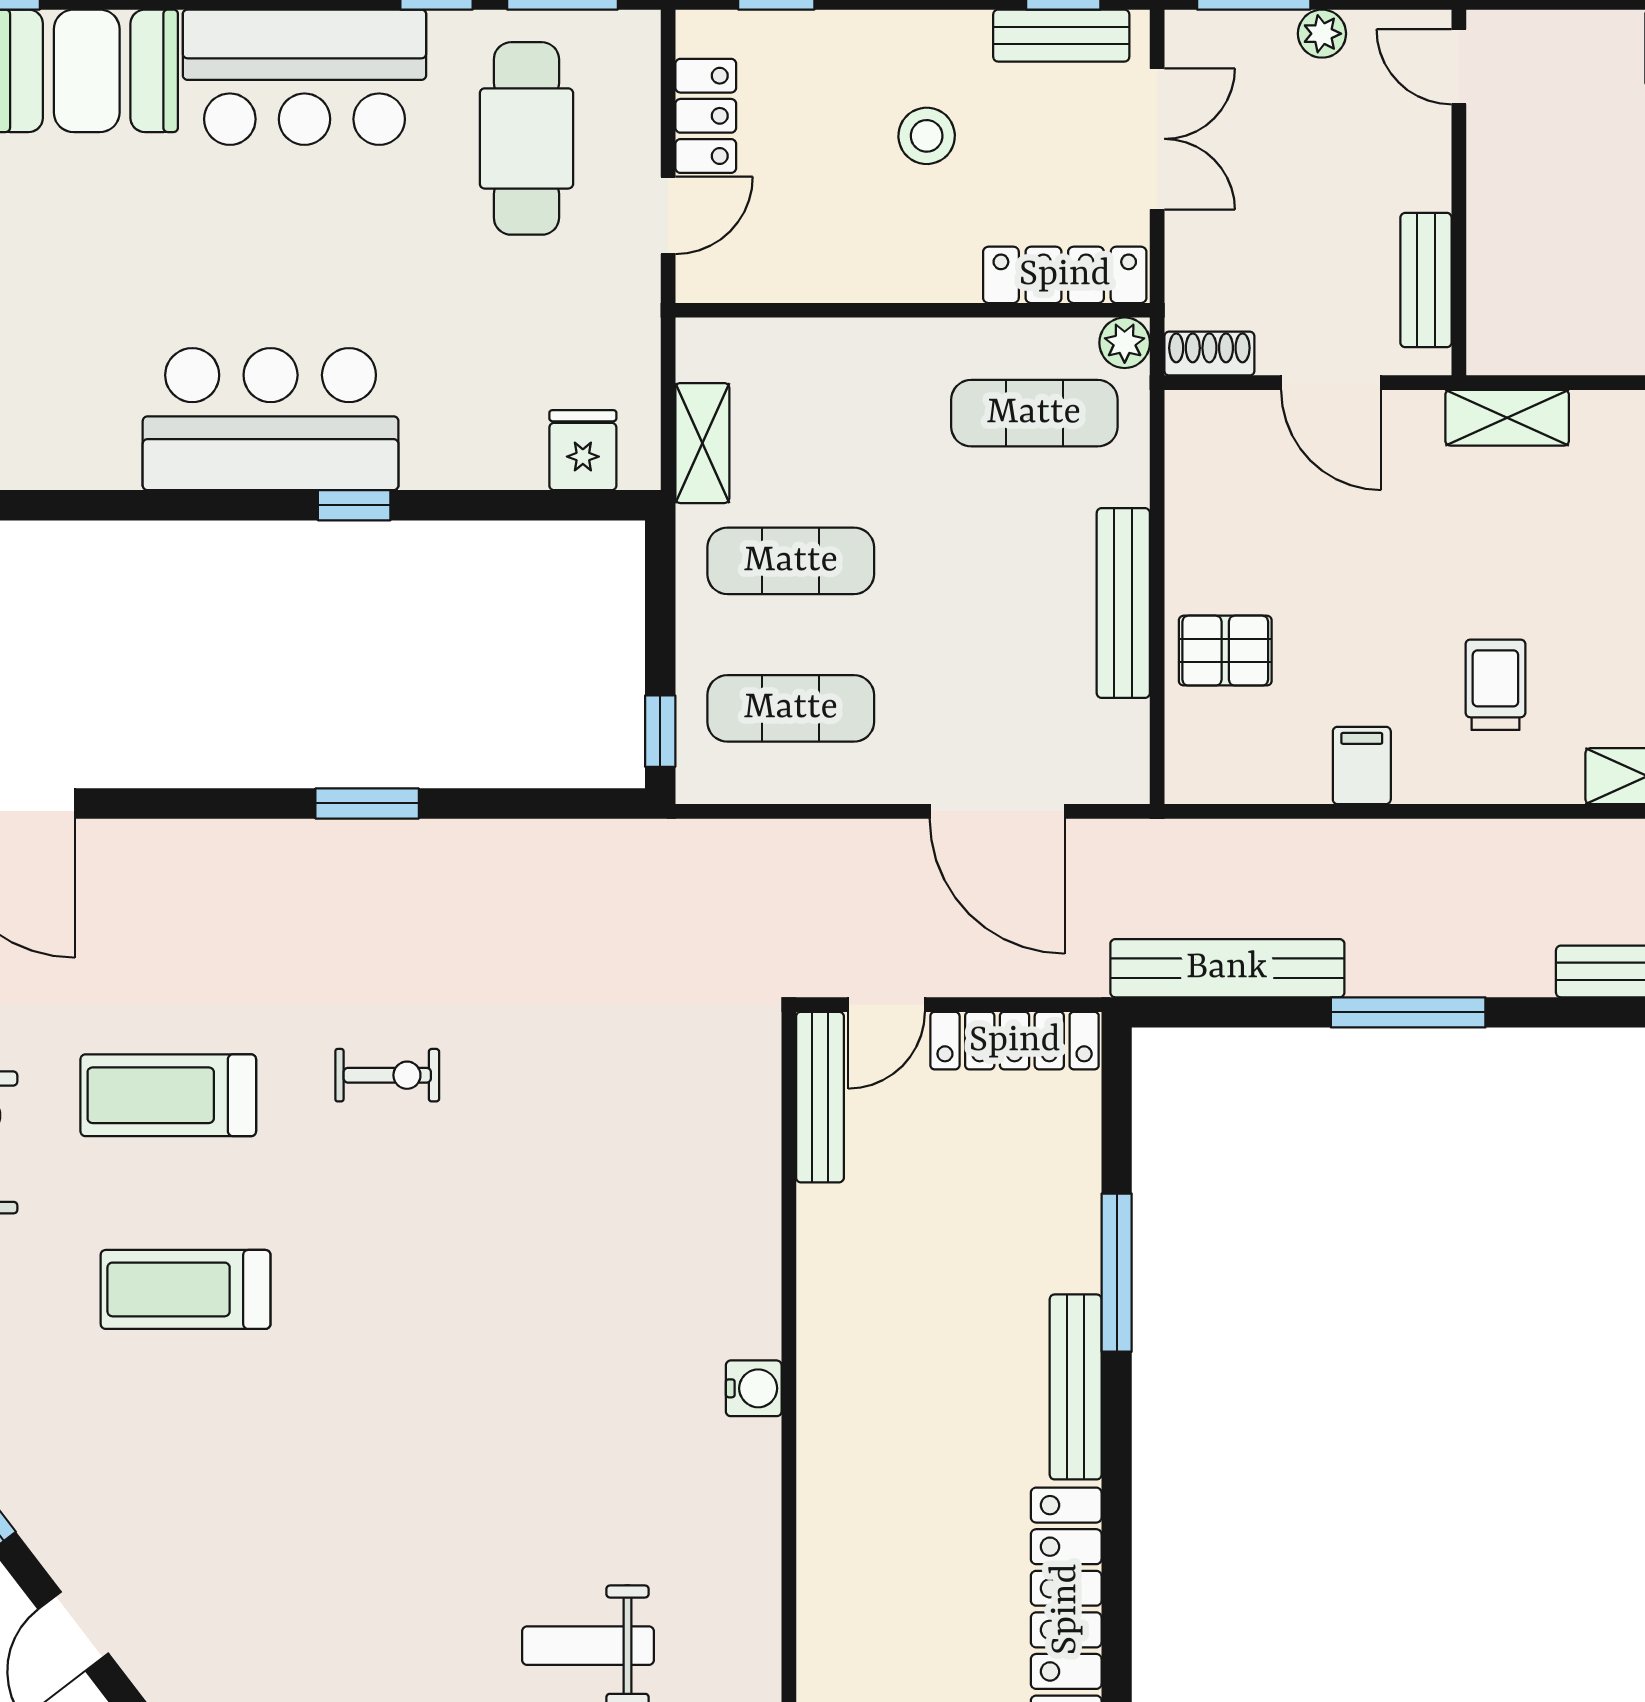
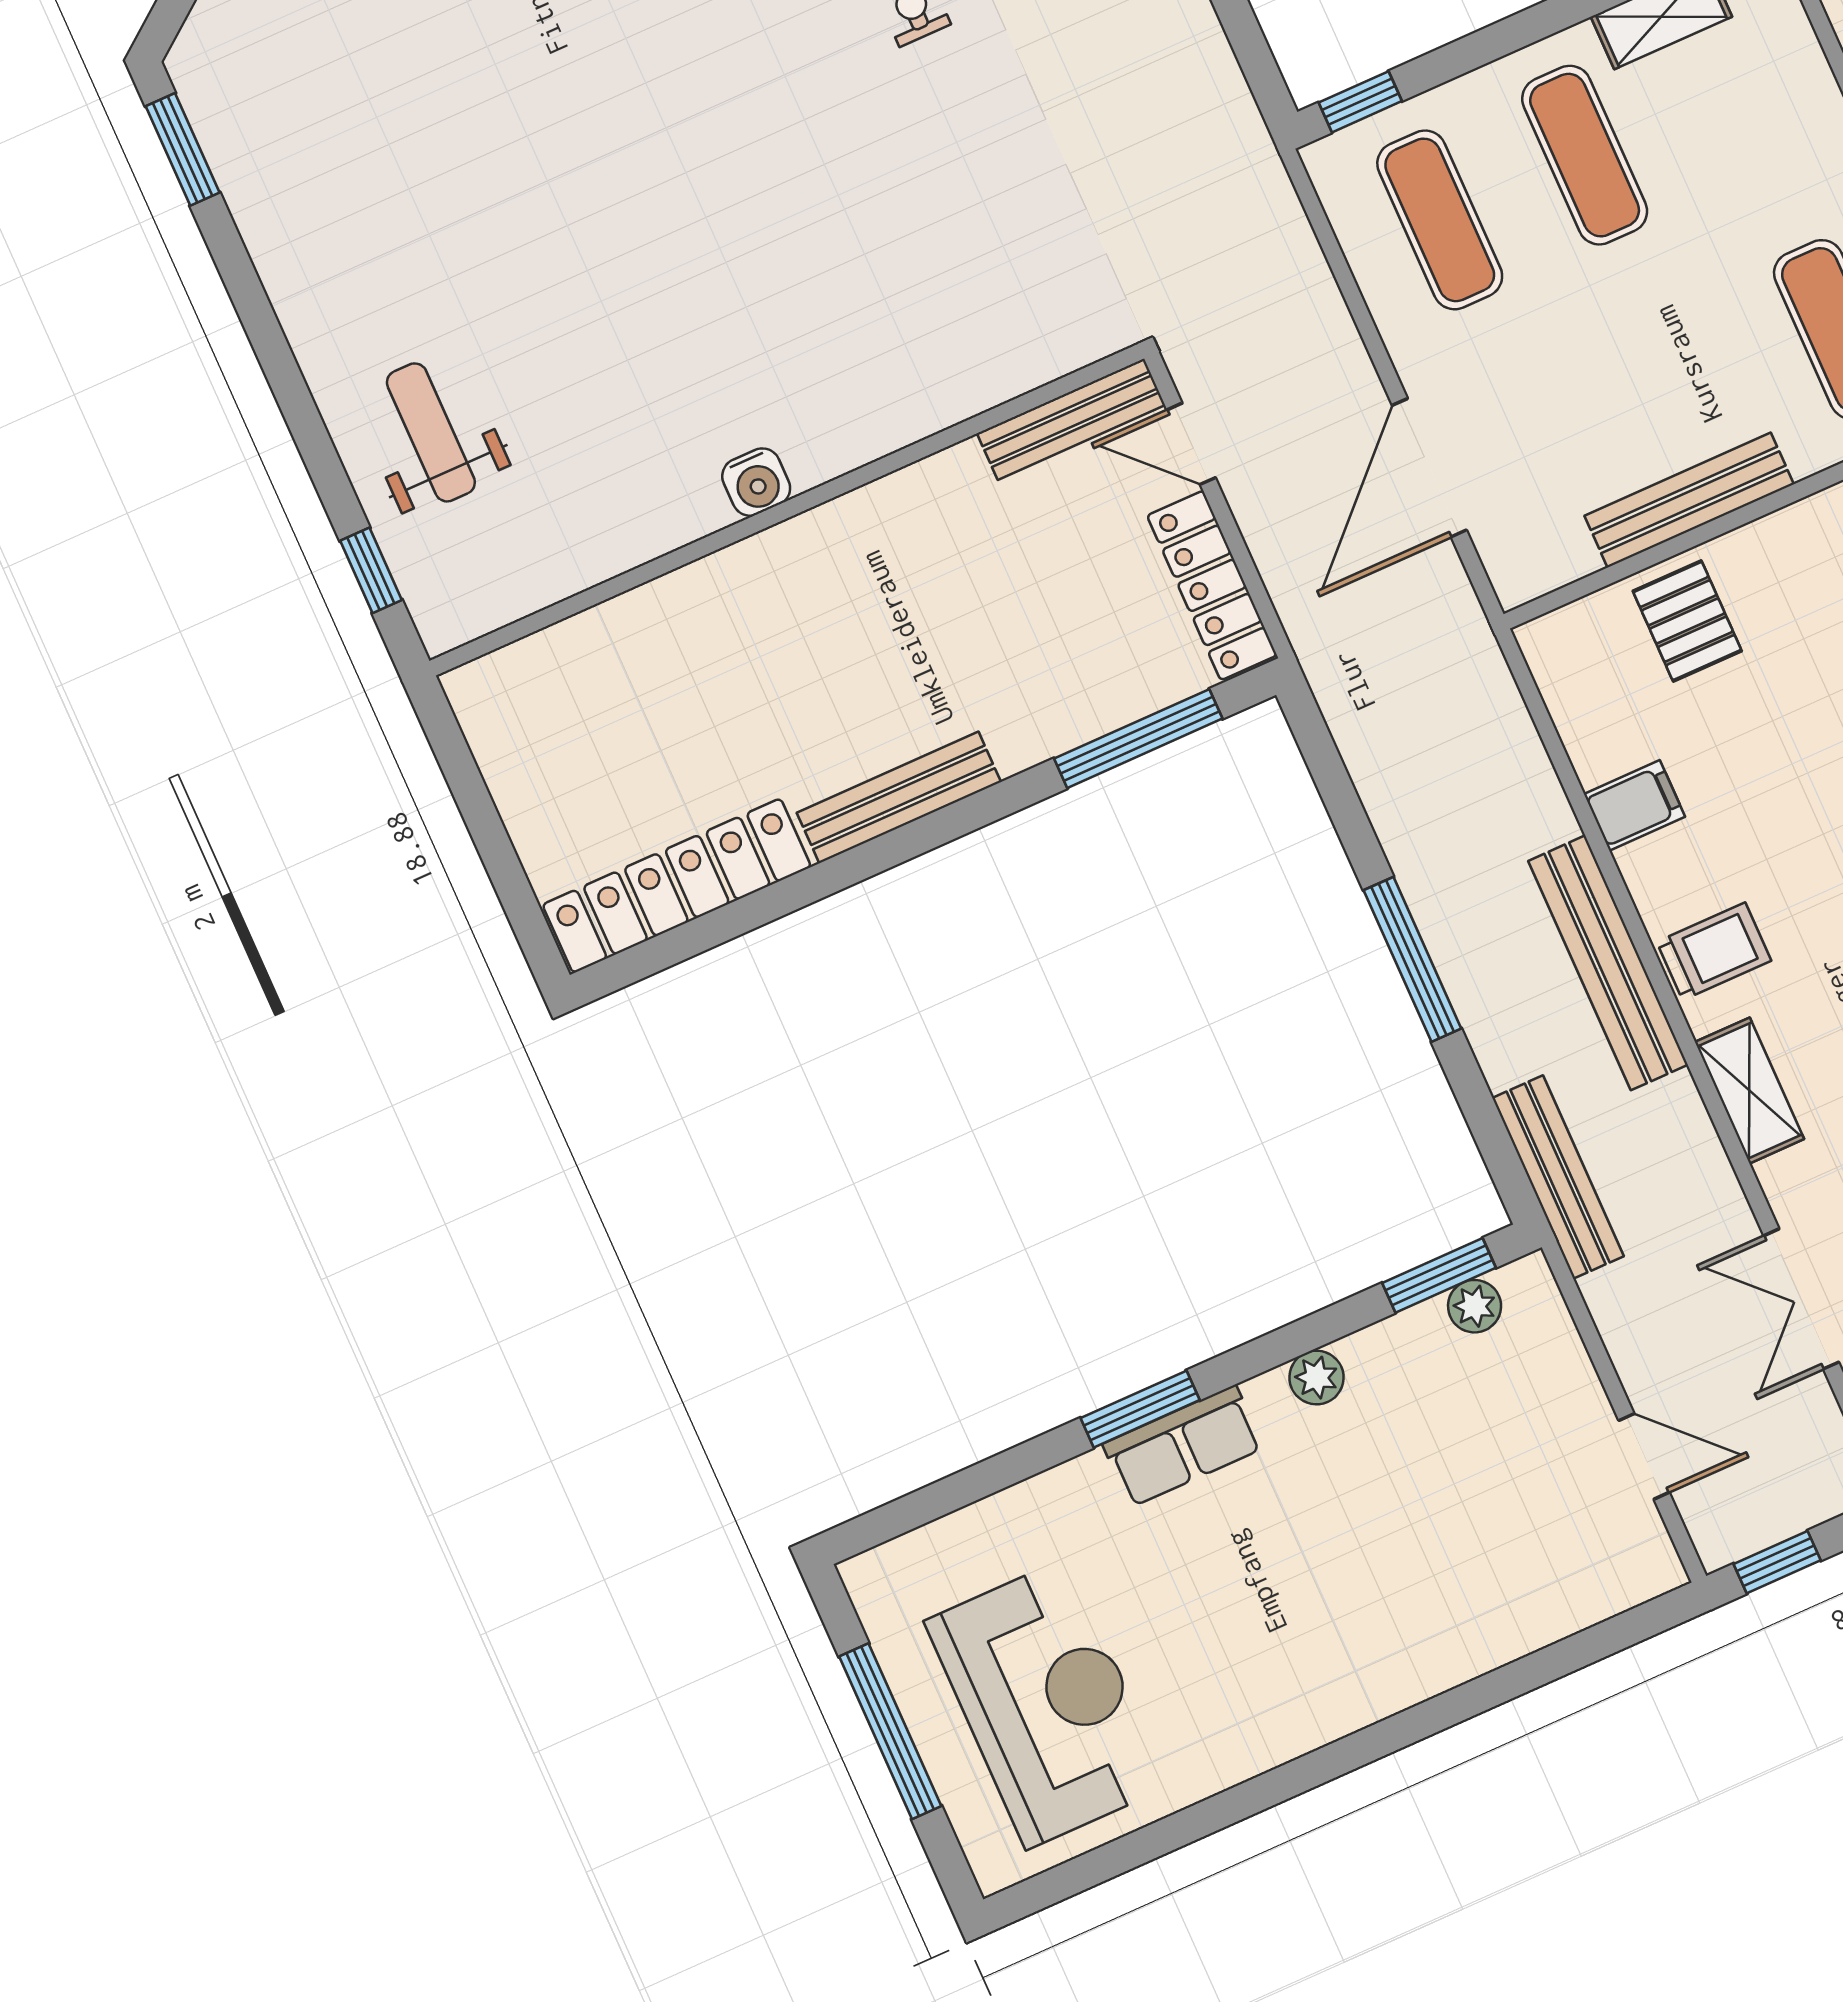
trolley: (1495, 685) -> (1714, 951), moved
bench: (1227, 968) -> (1608, 963), moved
window: (1117, 1273) -> (1138, 739), moved

